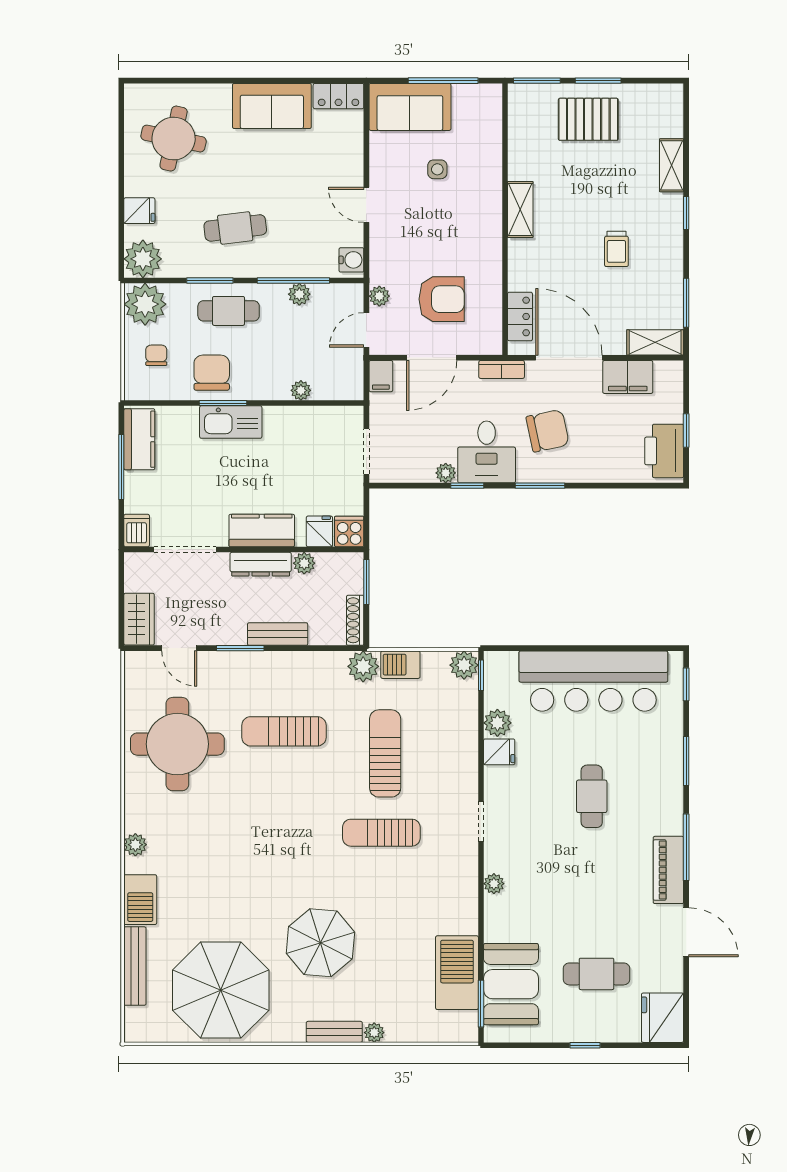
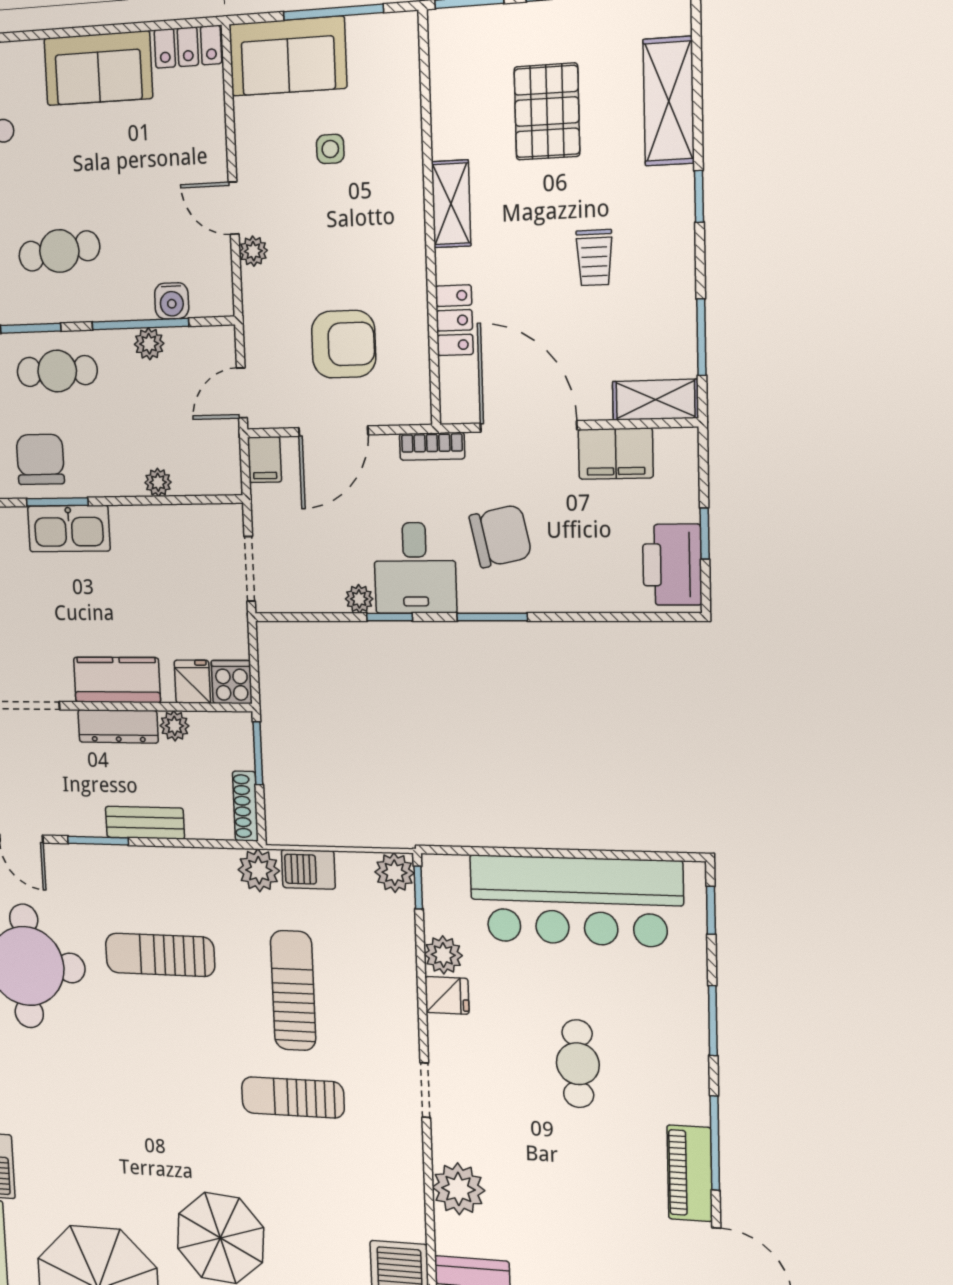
pallet: (588, 119) -> (547, 112), moved, turned 90
shelving: (672, 165) -> (669, 101), width x1.50, depth x1.33
water cooler: (351, 260) -> (172, 301), moved, turned 90
plant: (379, 296) -> (253, 251), moved
locker: (520, 316) -> (454, 320), moved
plant: (494, 884) -> (458, 1189), width x1.88, depth x1.88

